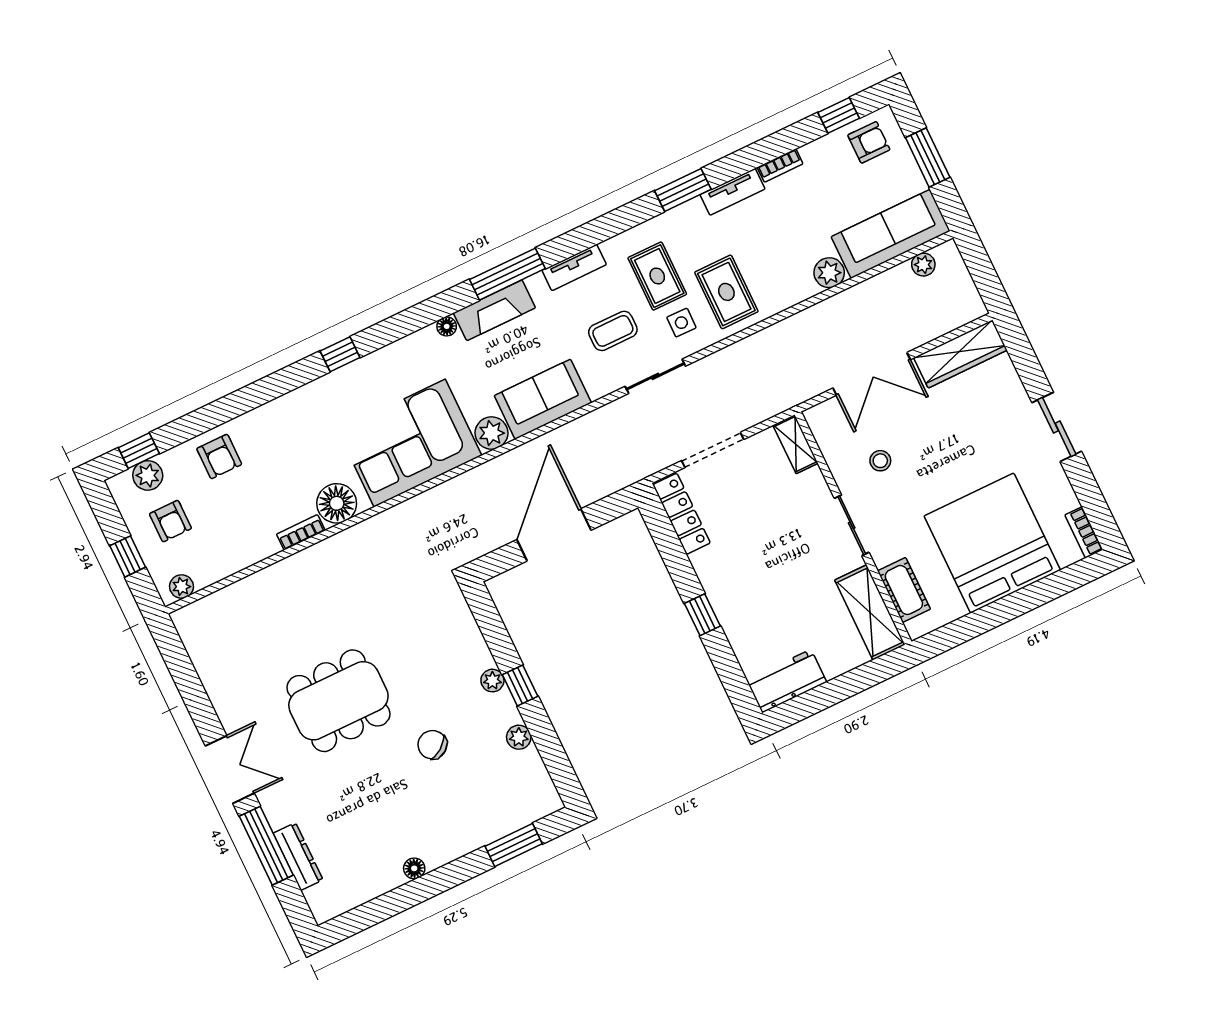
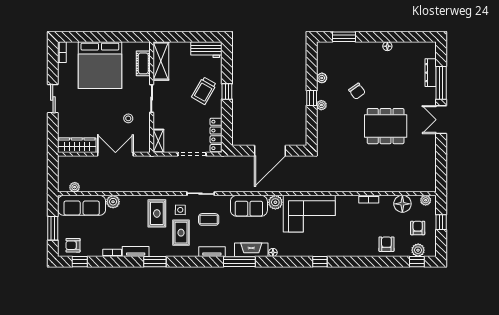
floor lamp: (337, 503) -> (402, 204), moved
trolley: (751, 594) -> (204, 91), added

